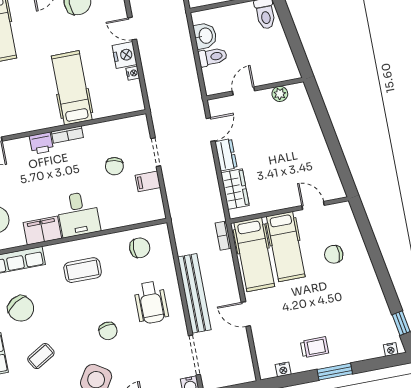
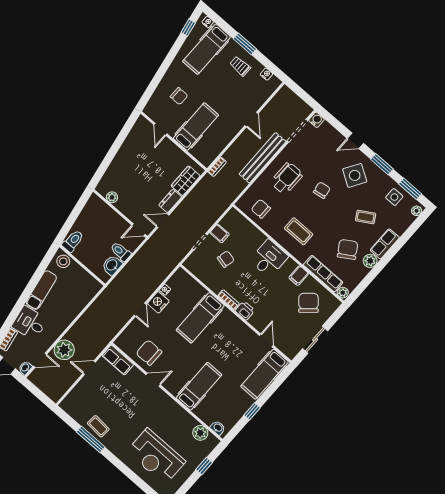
door: (244, 91) -> (138, 230), moved
filing cabinet: (42, 230) -> (299, 276), width x0.50
hospital bed: (254, 255) -> (207, 49), moved, turned 180

